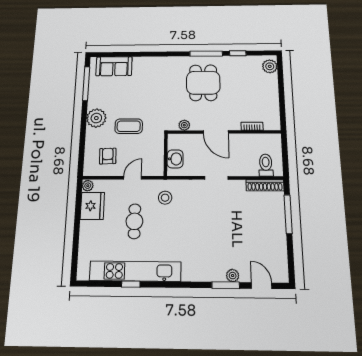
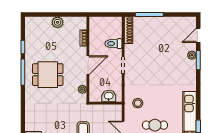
plant: (270, 66) -> (58, 22), moved
toilet: (266, 165) -> (113, 44), moved

